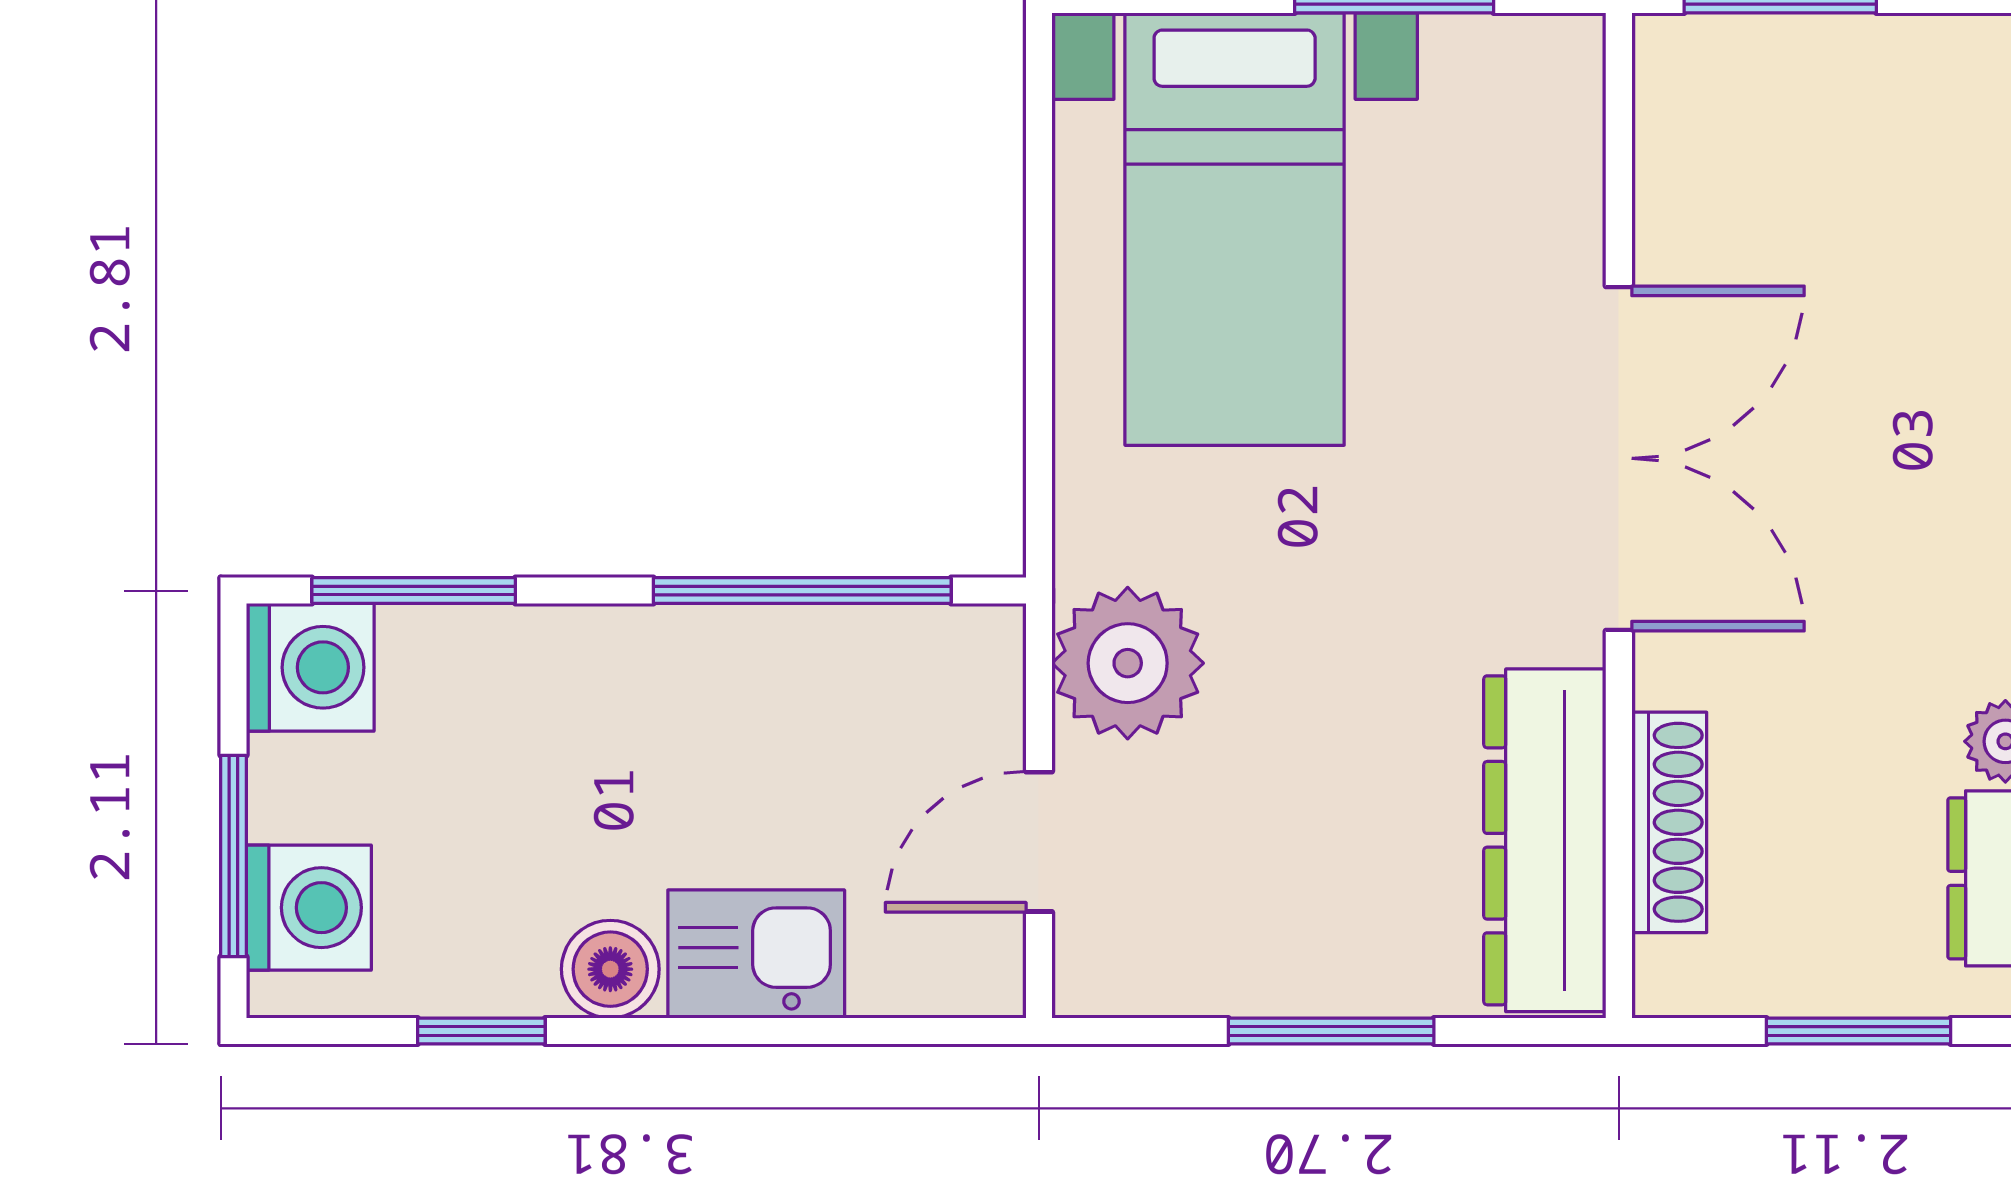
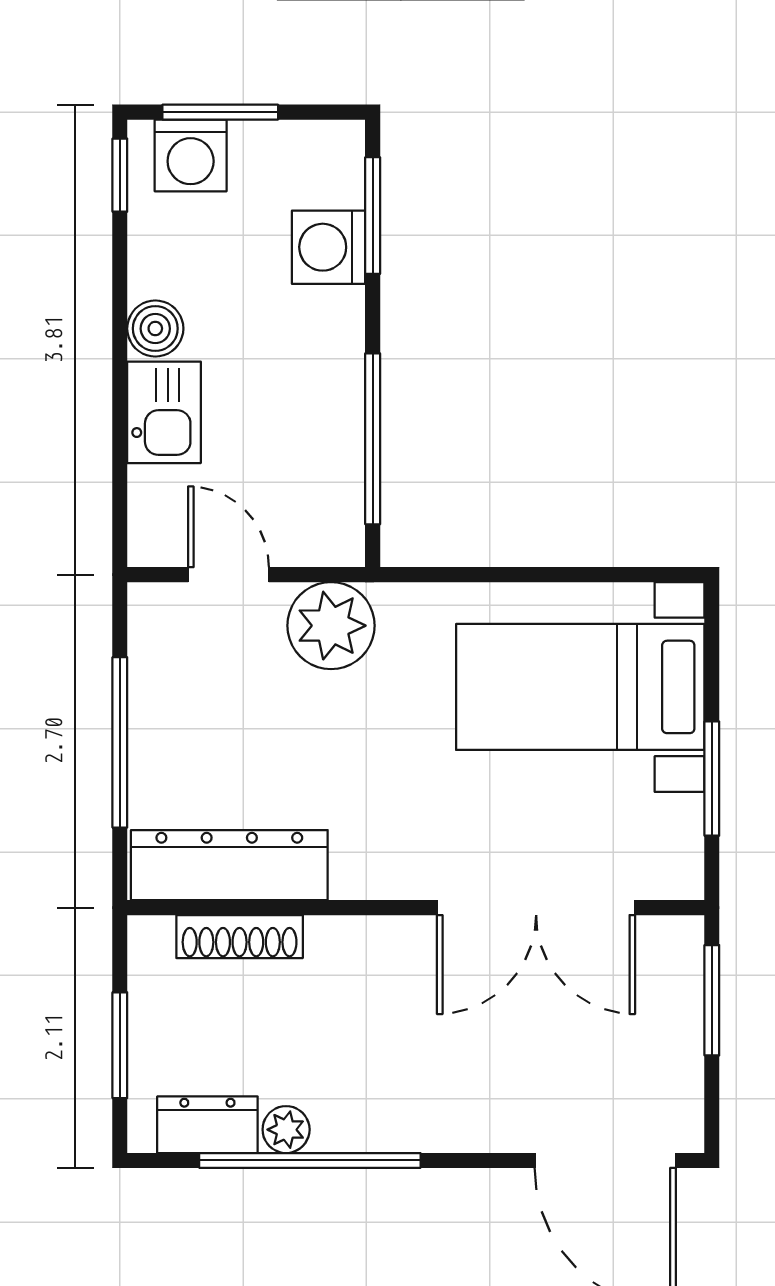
double door: (1619, 458) -> (536, 908), moved
washing machine: (310, 667) -> (329, 247), moved, turned 90
window: (481, 1031) -> (120, 175), moved
window: (1331, 1031) -> (120, 742), width x1.44

